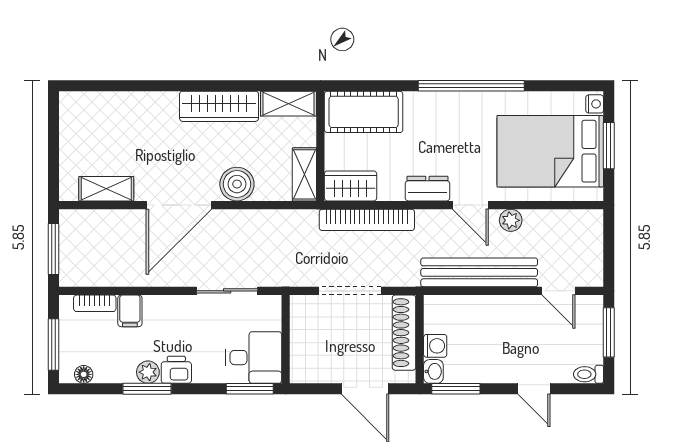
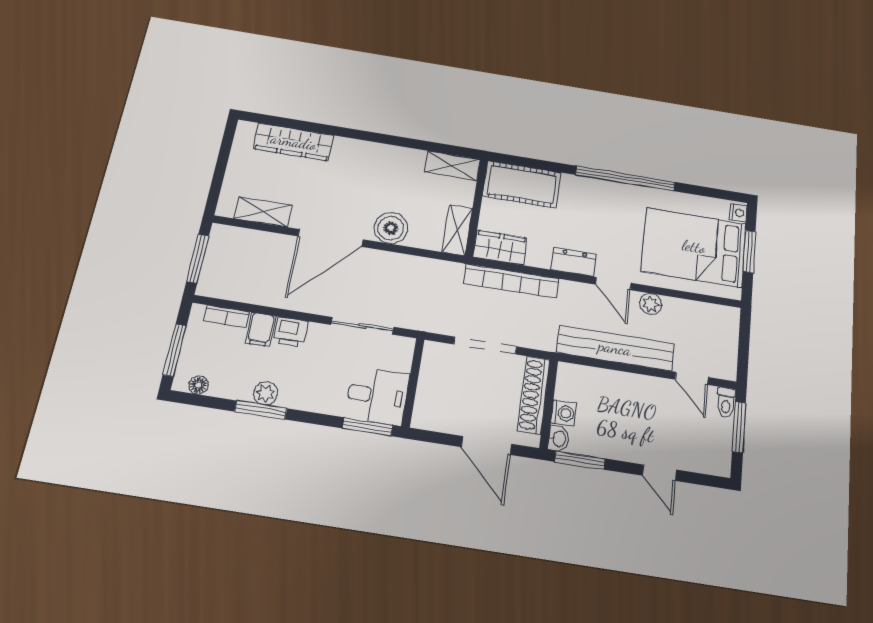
wardrobe: (219, 106) -> (294, 142), moved
printer: (176, 370) -> (290, 332), moved, turned 180
toilet: (588, 374) -> (726, 403), moved, turned -90

